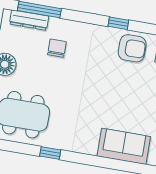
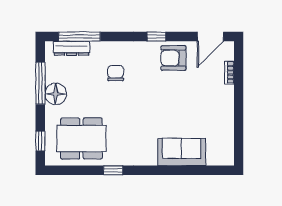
chair: (57, 48) -> (116, 73), moved
armchair: (132, 48) -> (173, 58), turned 180

